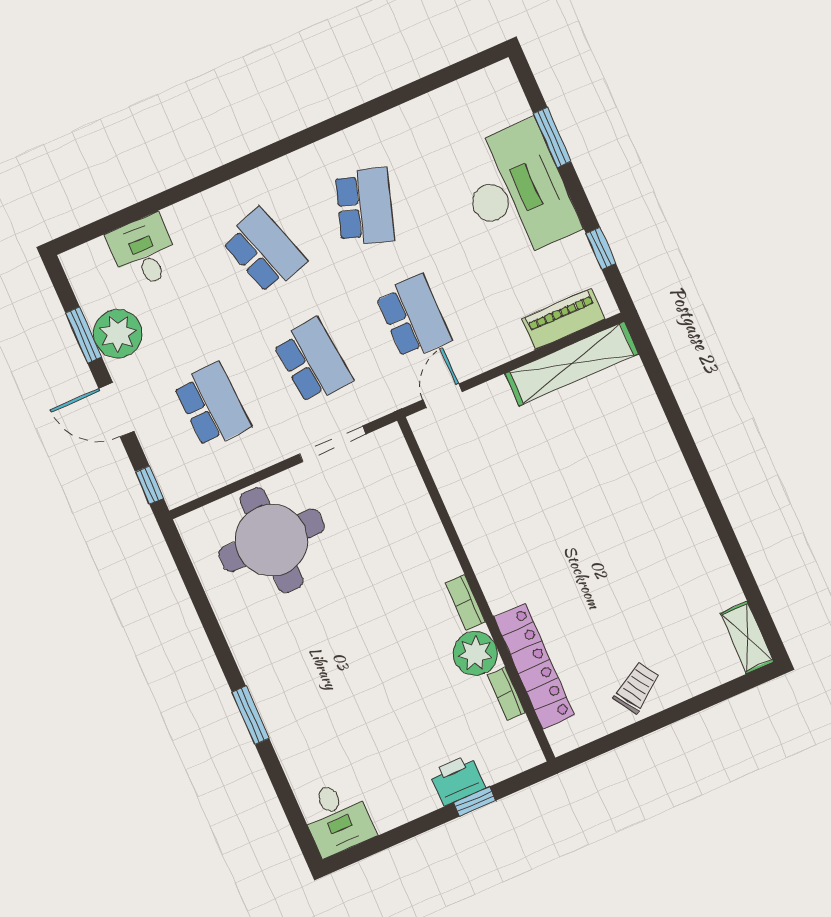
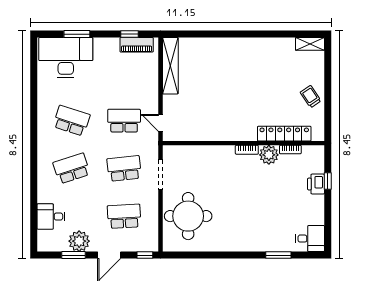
desk: (517, 191) -> (66, 58), moved
piano: (563, 319) -> (137, 45), moved, turned -90
window: (250, 715) -> (278, 255), moved

